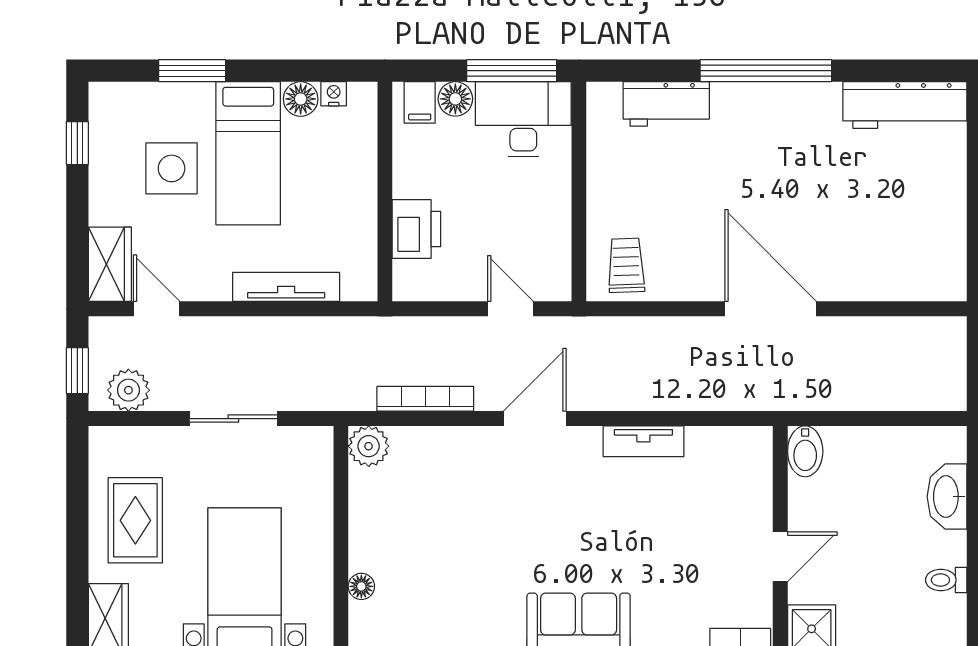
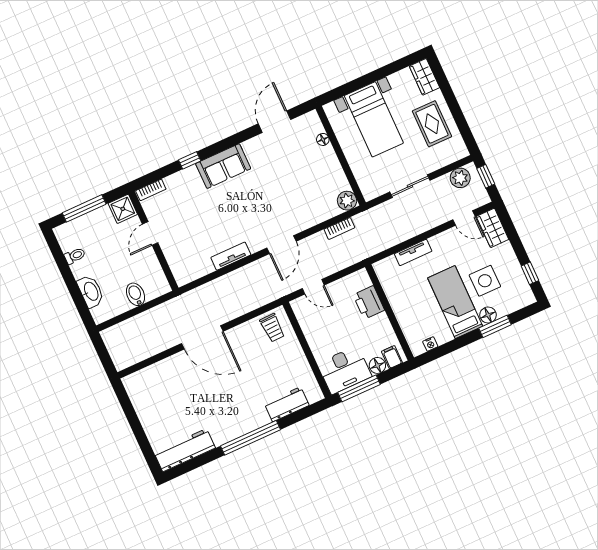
floor lamp: (301, 99) -> (488, 315), moved
tv unit: (286, 287) -> (413, 252), width x0.71
bookcase: (425, 399) -> (339, 228), width x0.64
bidet: (805, 451) -> (136, 294), moved

